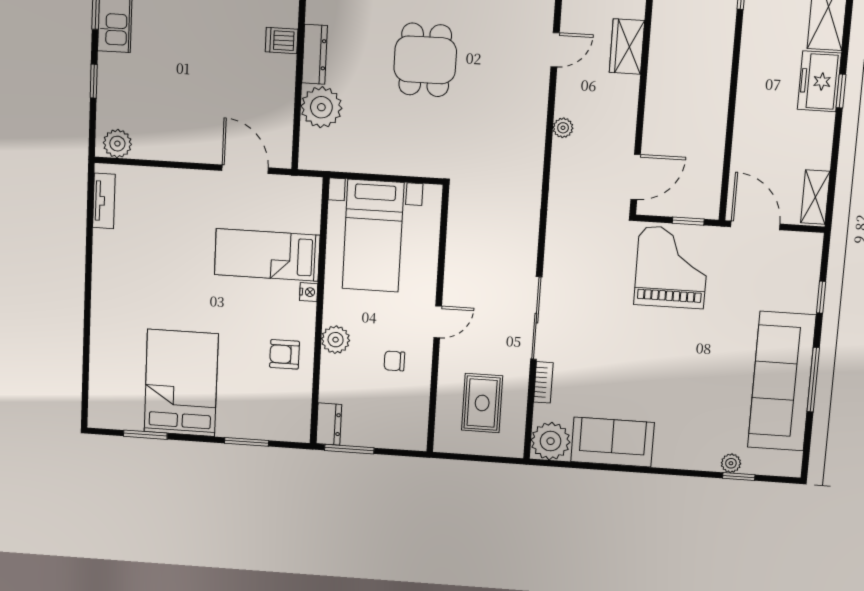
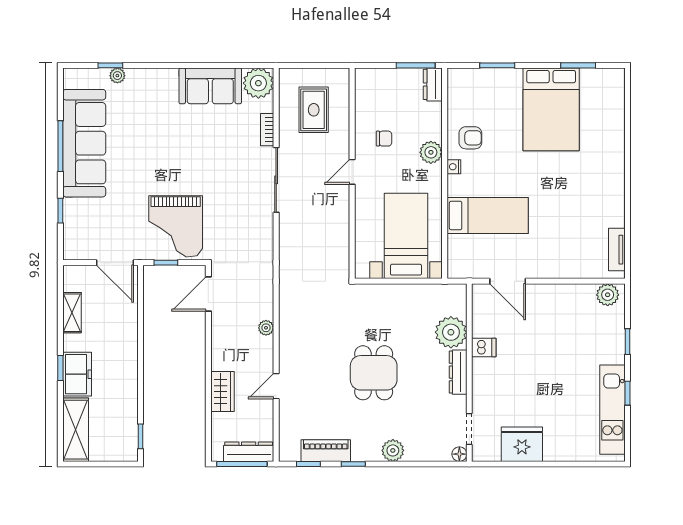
dishwasher: (282, 40) -> (484, 347), moved
shelving: (815, 197) -> (72, 313), moved
nightstand: (309, 292) -> (454, 167), moved

